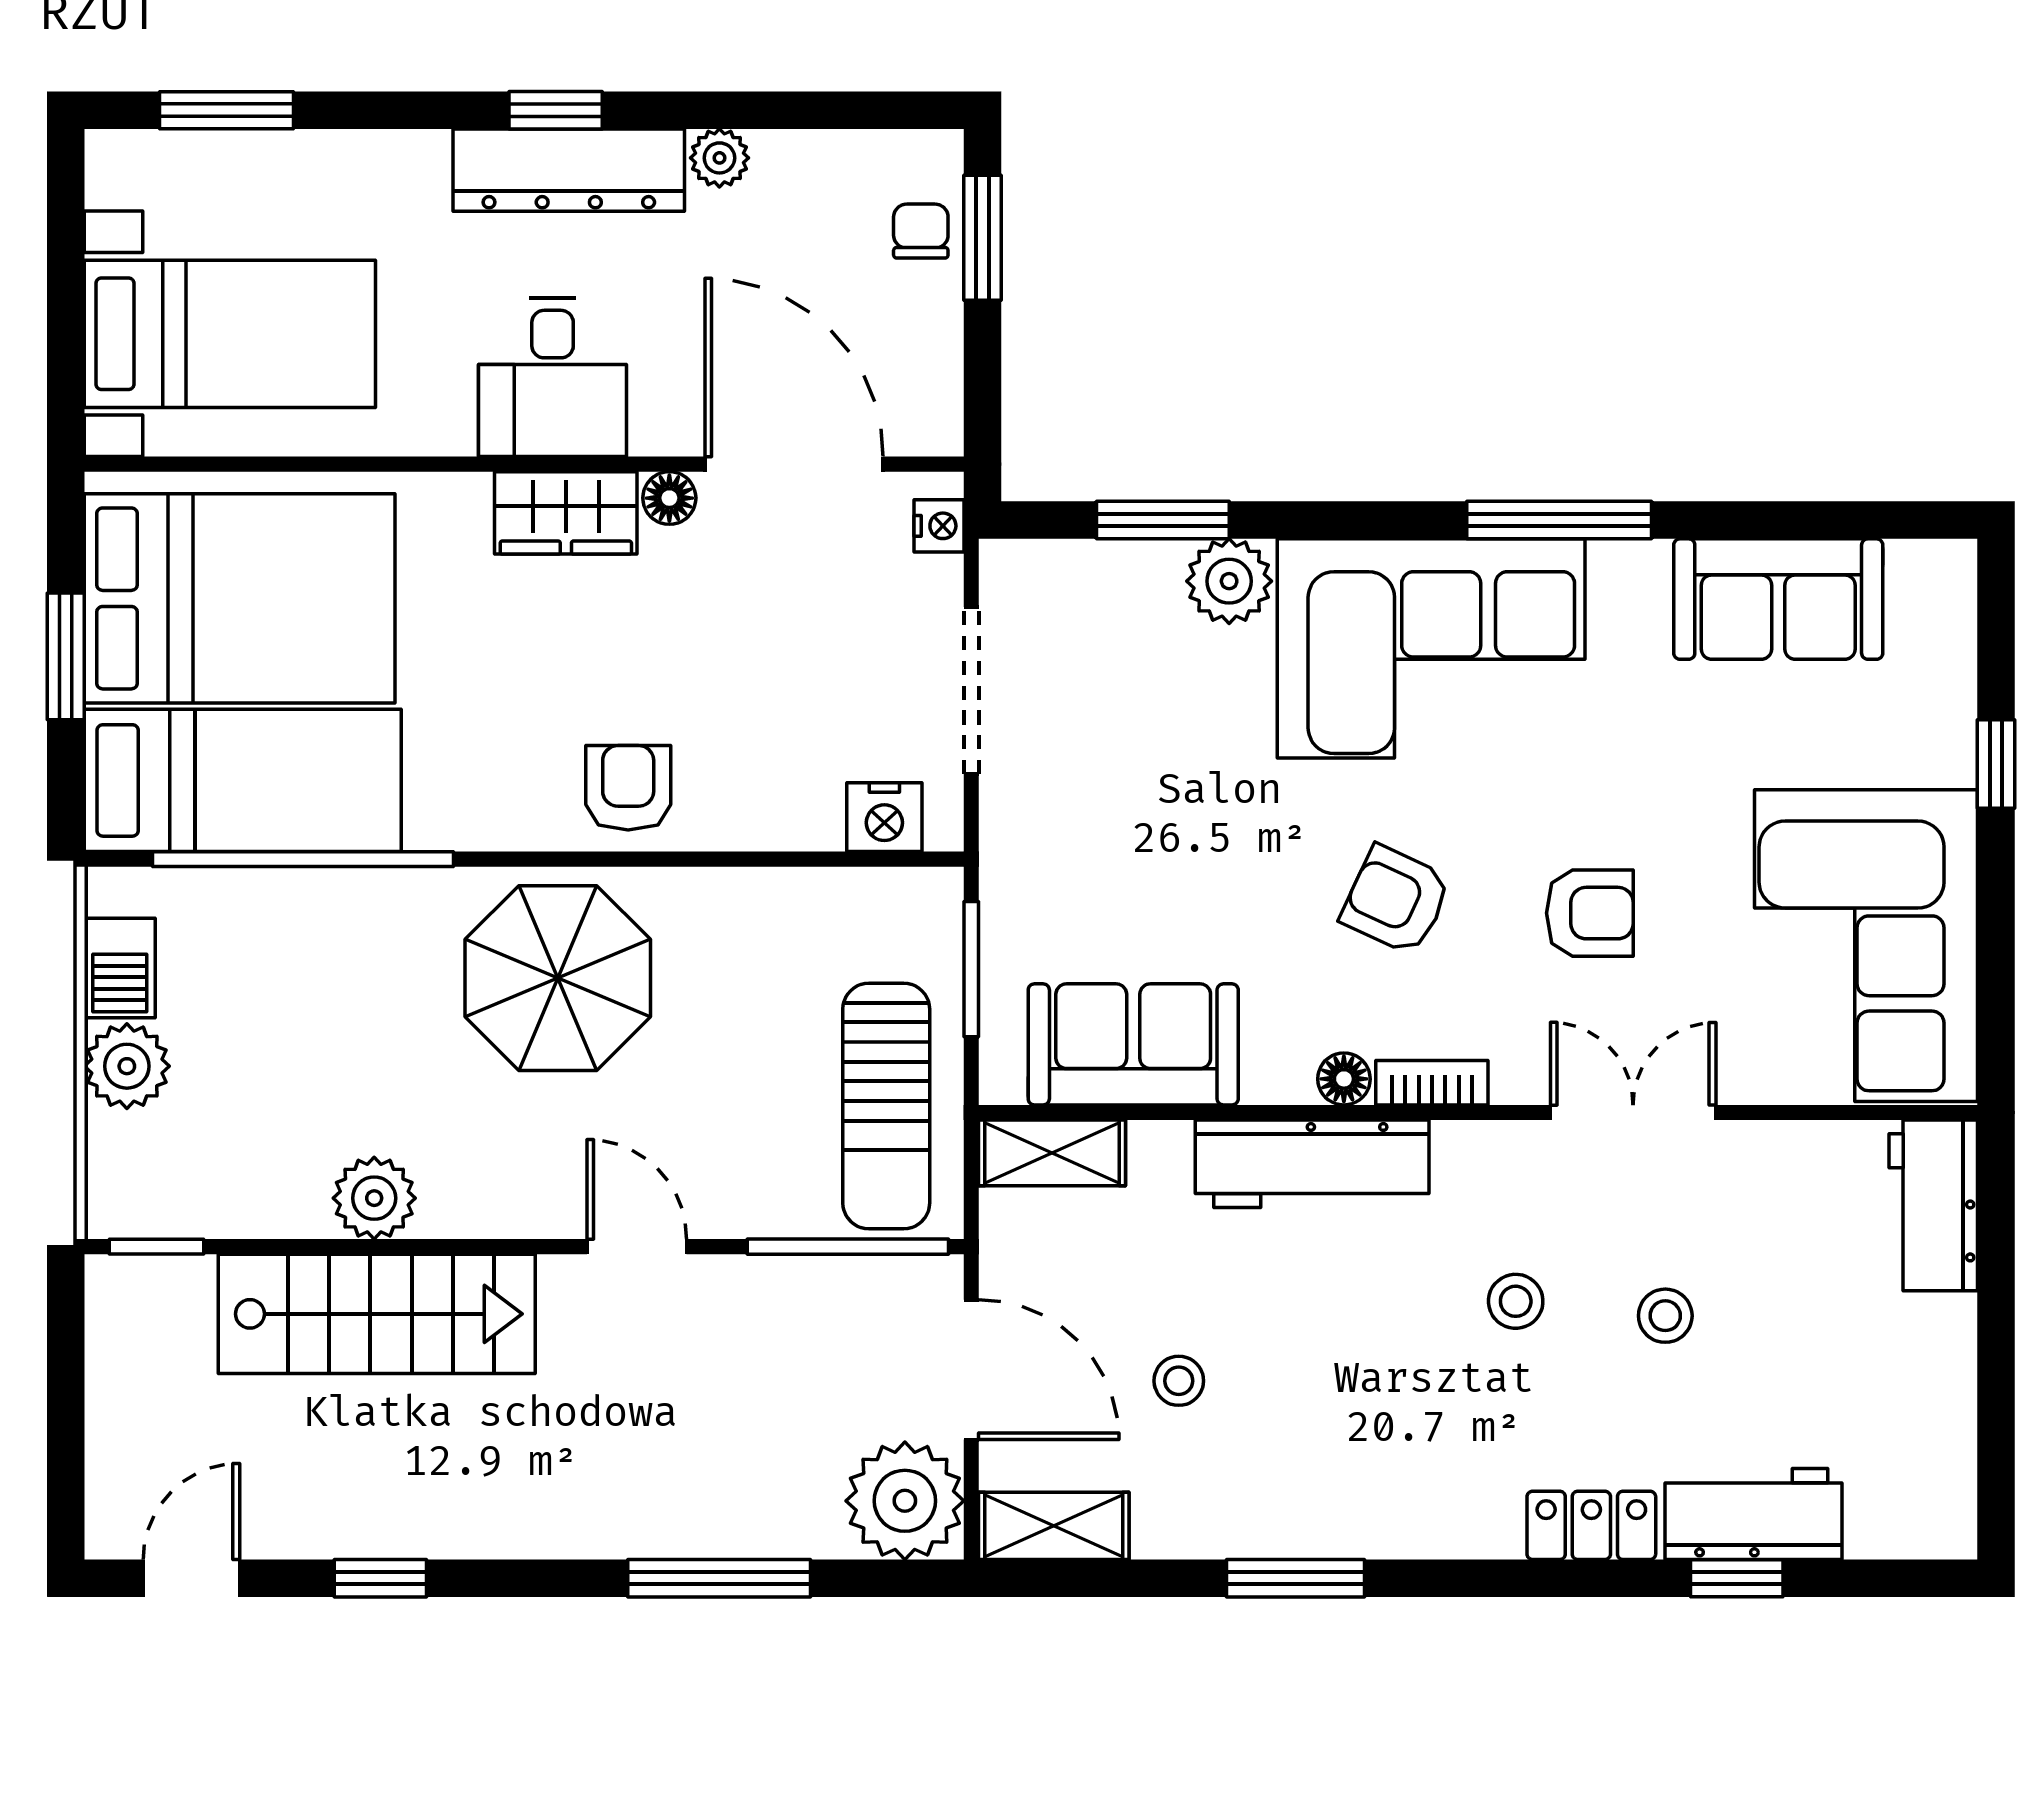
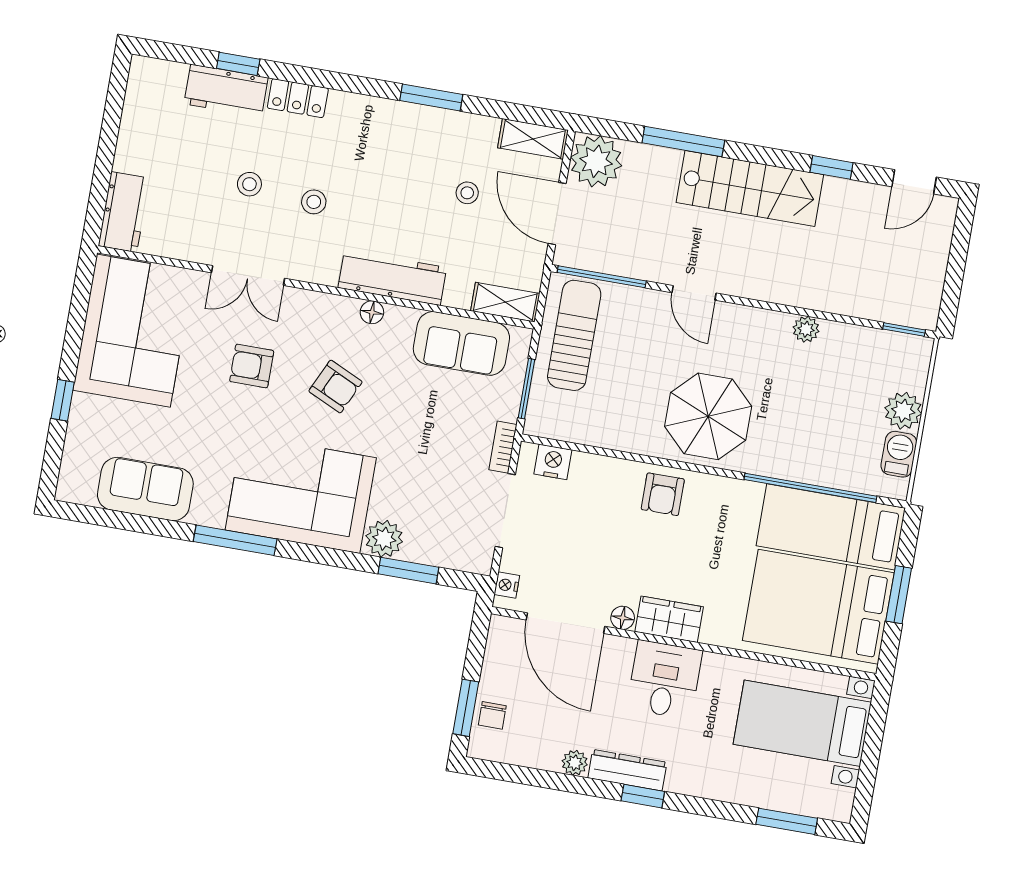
dresser: (569, 170) -> (627, 770), width x0.73, depth x0.80
bookcase: (1432, 1083) -> (503, 447), moved, turned 90
plant: (374, 1198) -> (806, 329), width x0.73, depth x0.73
stairs: (377, 1314) -> (750, 188), moved, turned 180

